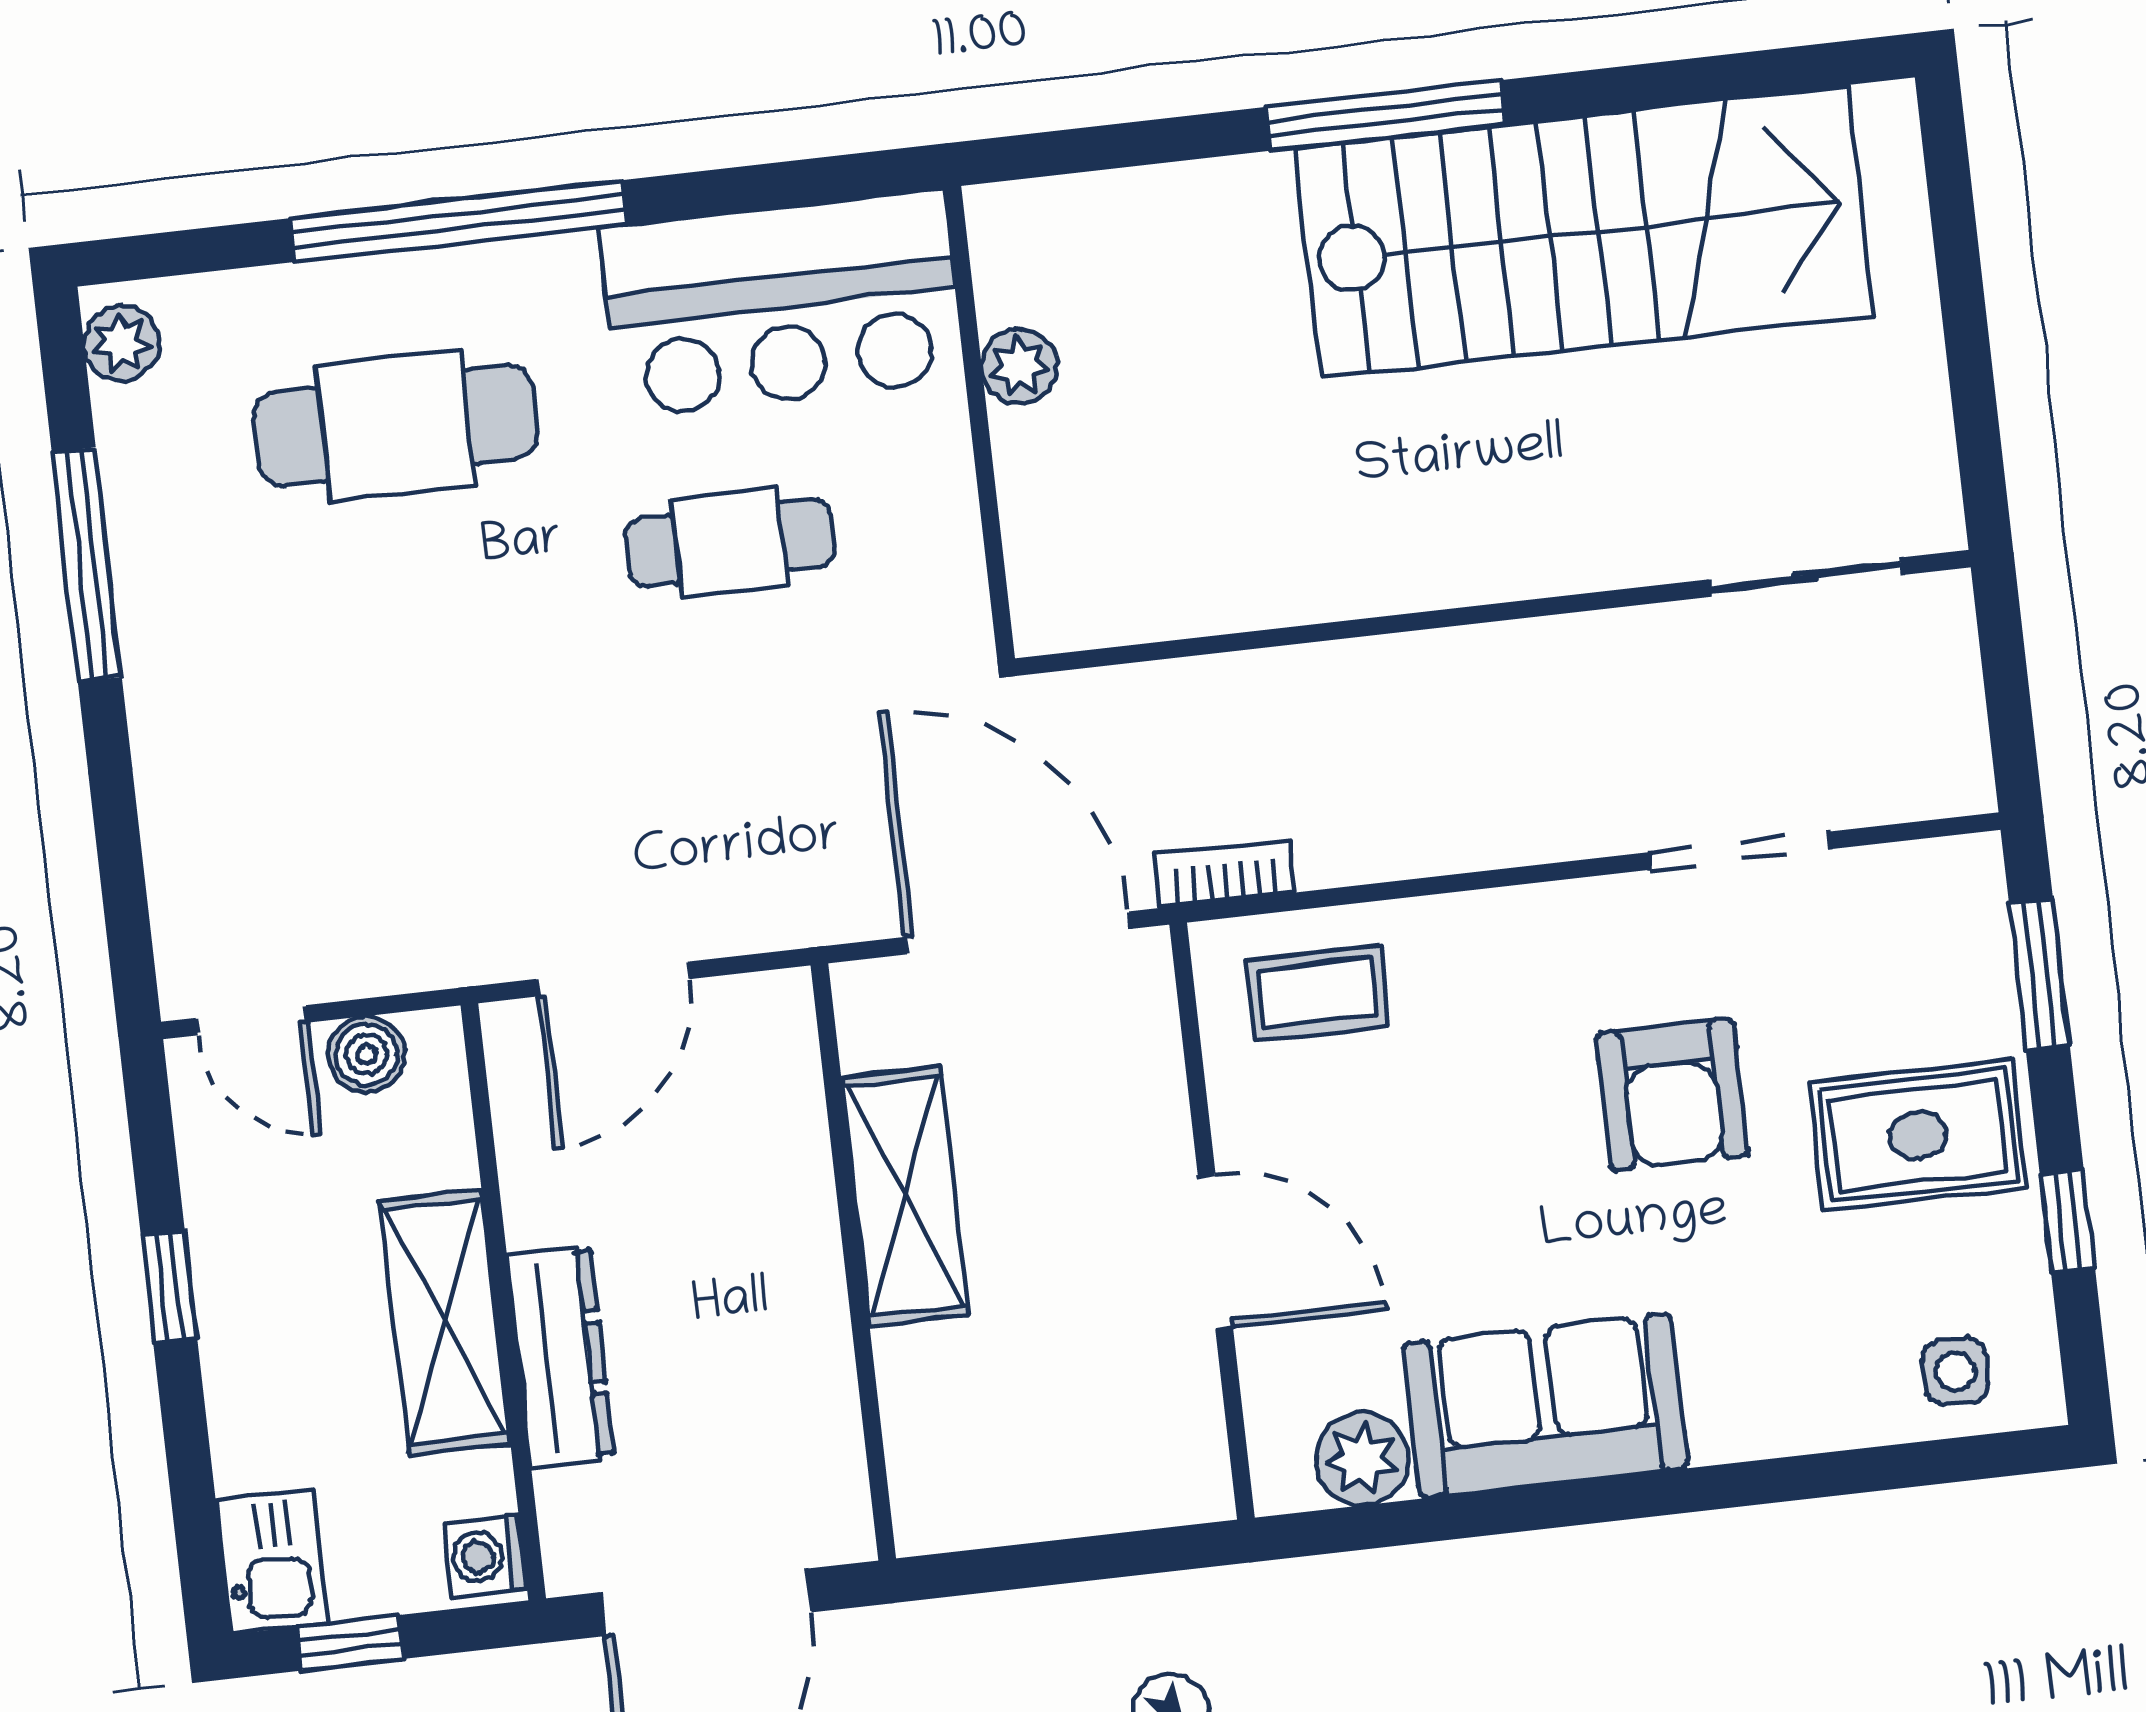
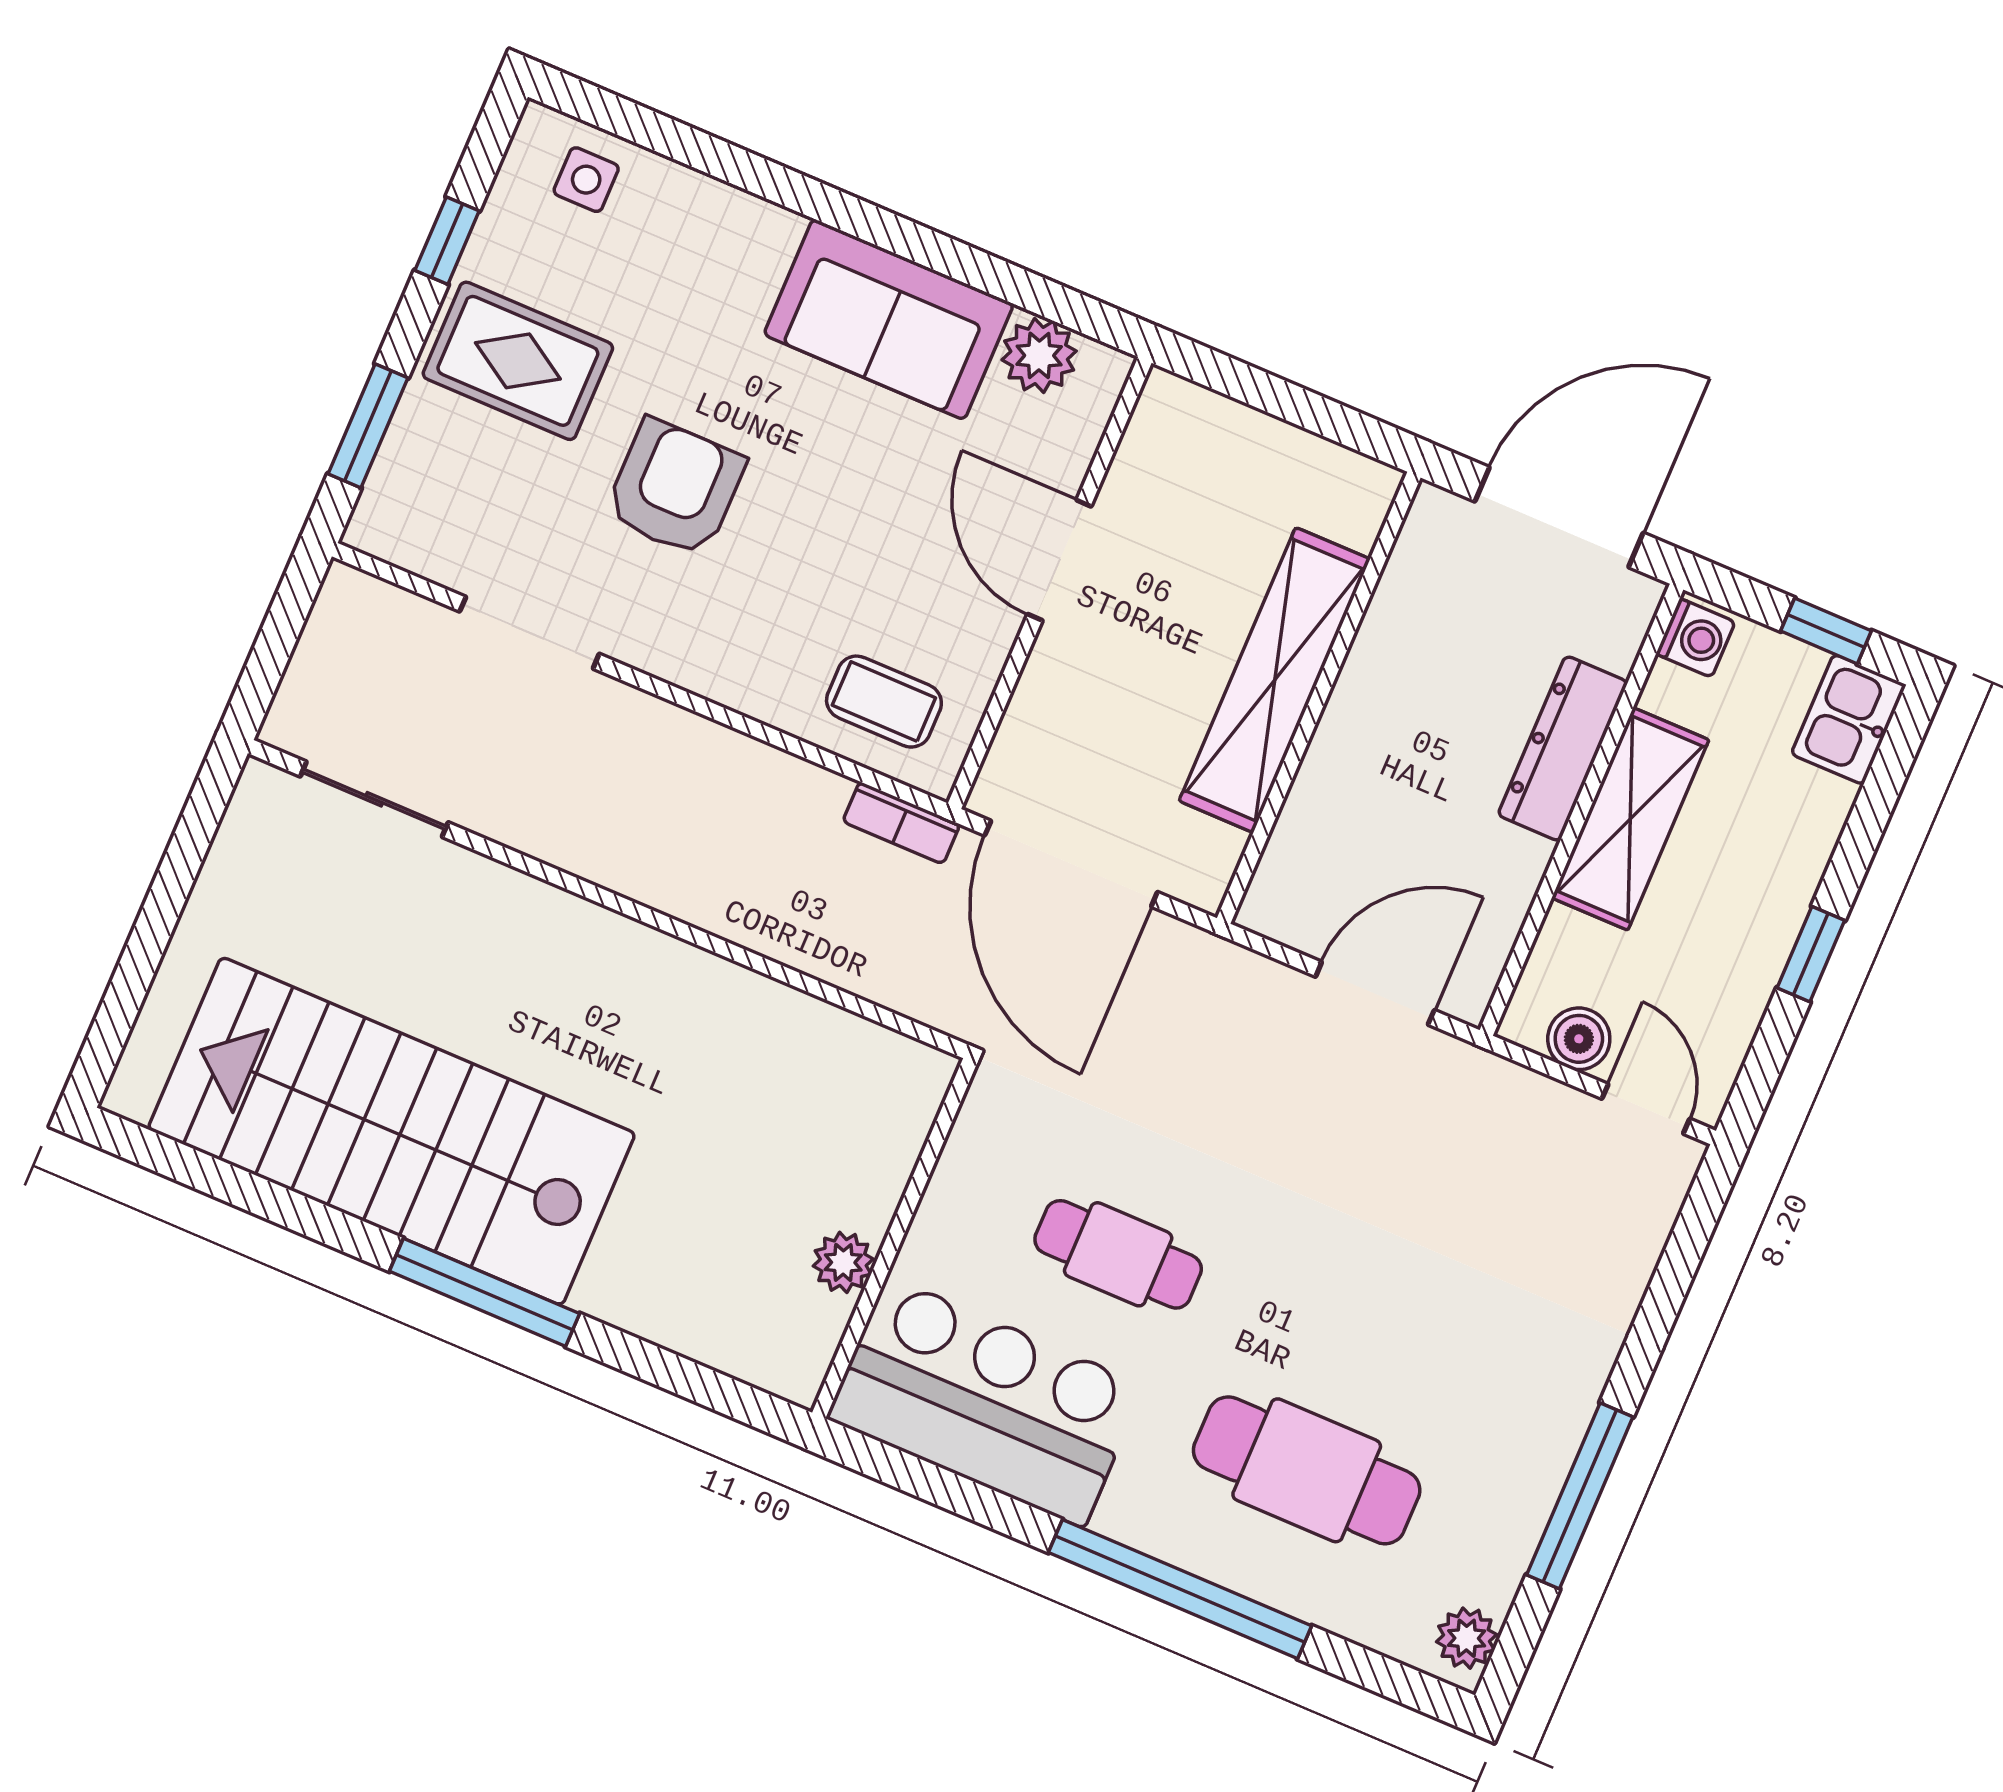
shelving: (905, 1196) -> (1275, 680), width x1.47

